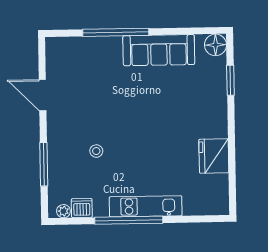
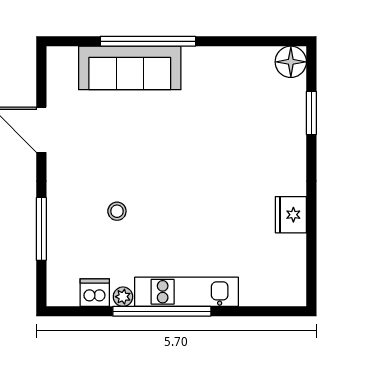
sofa: (159, 50) -> (130, 68), moved
fridge: (214, 156) -> (291, 215), width x0.73, depth x0.75
plant: (63, 211) -> (123, 297), moved

